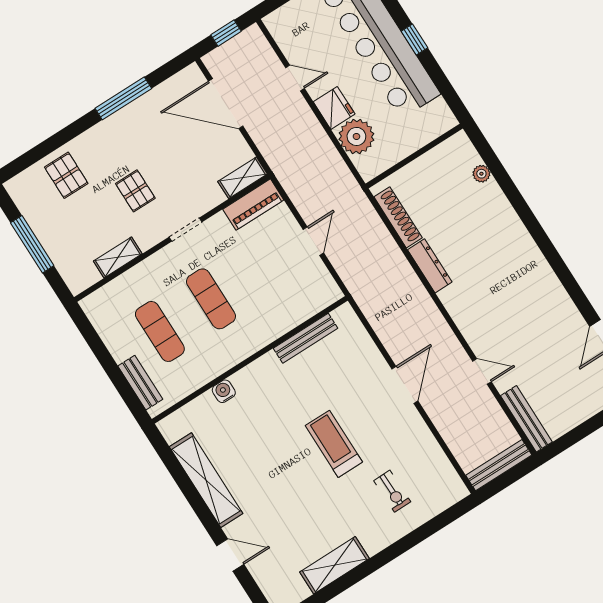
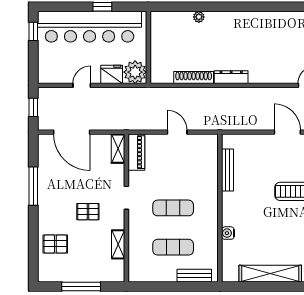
door: (226, 104) -> (72, 132), hinge flipped
wall: (414, 156) -> (148, 47), moved

